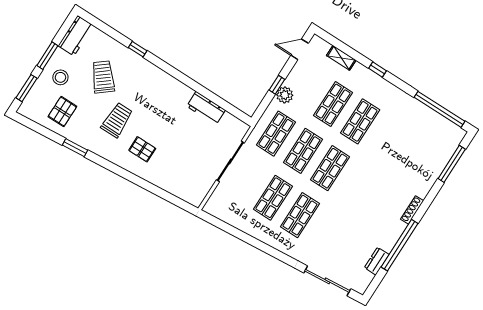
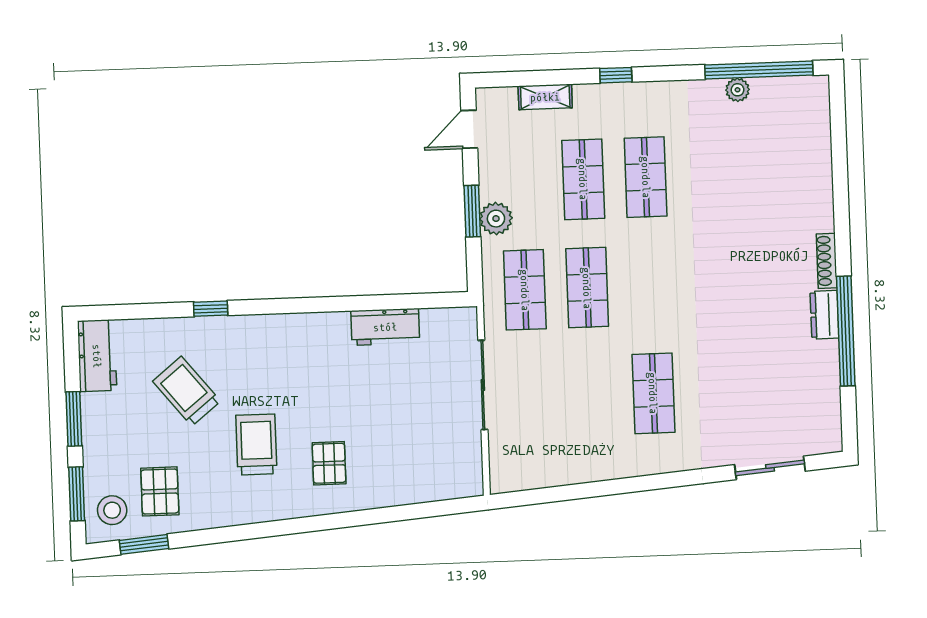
stool: (60, 77) -> (112, 510), moved
window: (277, 85) -> (472, 211), width x1.50
plant: (425, 111) -> (738, 90), added
window: (75, 148) -> (144, 544), moved
pallet: (142, 149) -> (329, 463), turned 90
window: (452, 164) -> (839, 143), removed
shop shelf: (330, 168) -> (650, 285), removed
shop shelf: (273, 198) -> (591, 396), removed
dresser: (377, 261) -> (825, 315), moved
sliding door: (327, 281) -> (770, 468), width x0.73

